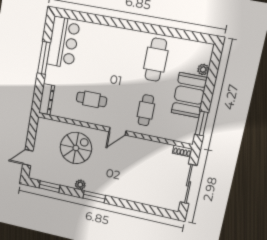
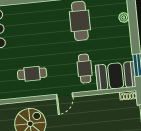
booth: (189, 95) -> (116, 76), moved, turned 90

